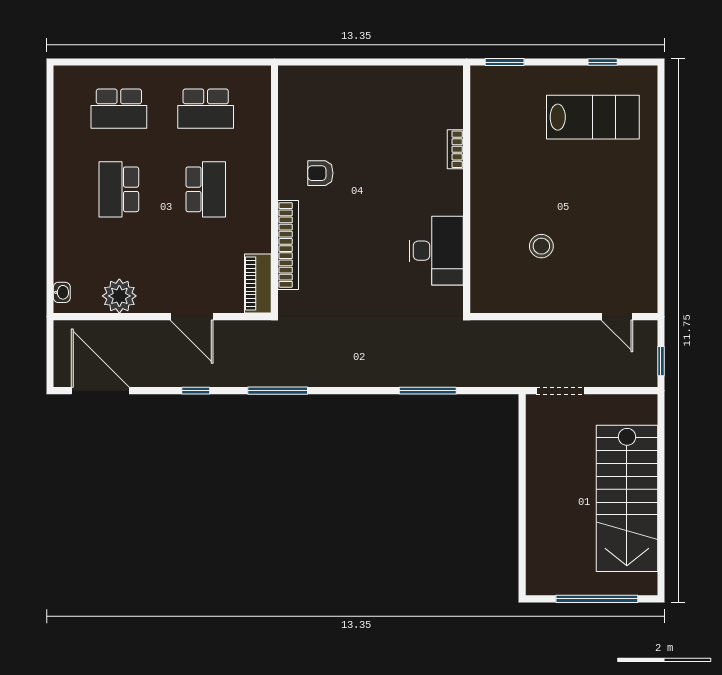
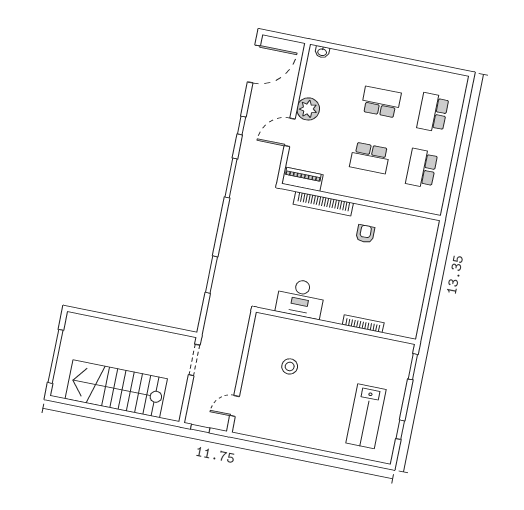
bookcase: (455, 149) -> (363, 324), width x1.56
plant: (119, 296) -> (308, 109), moved

